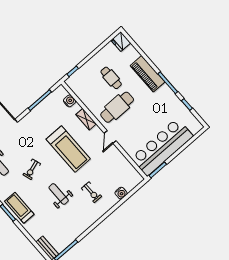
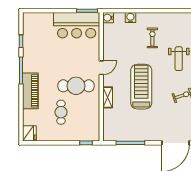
water cooler: (70, 101) -> (108, 18), moved
bar counter: (162, 147) -> (77, 25), width x0.73

